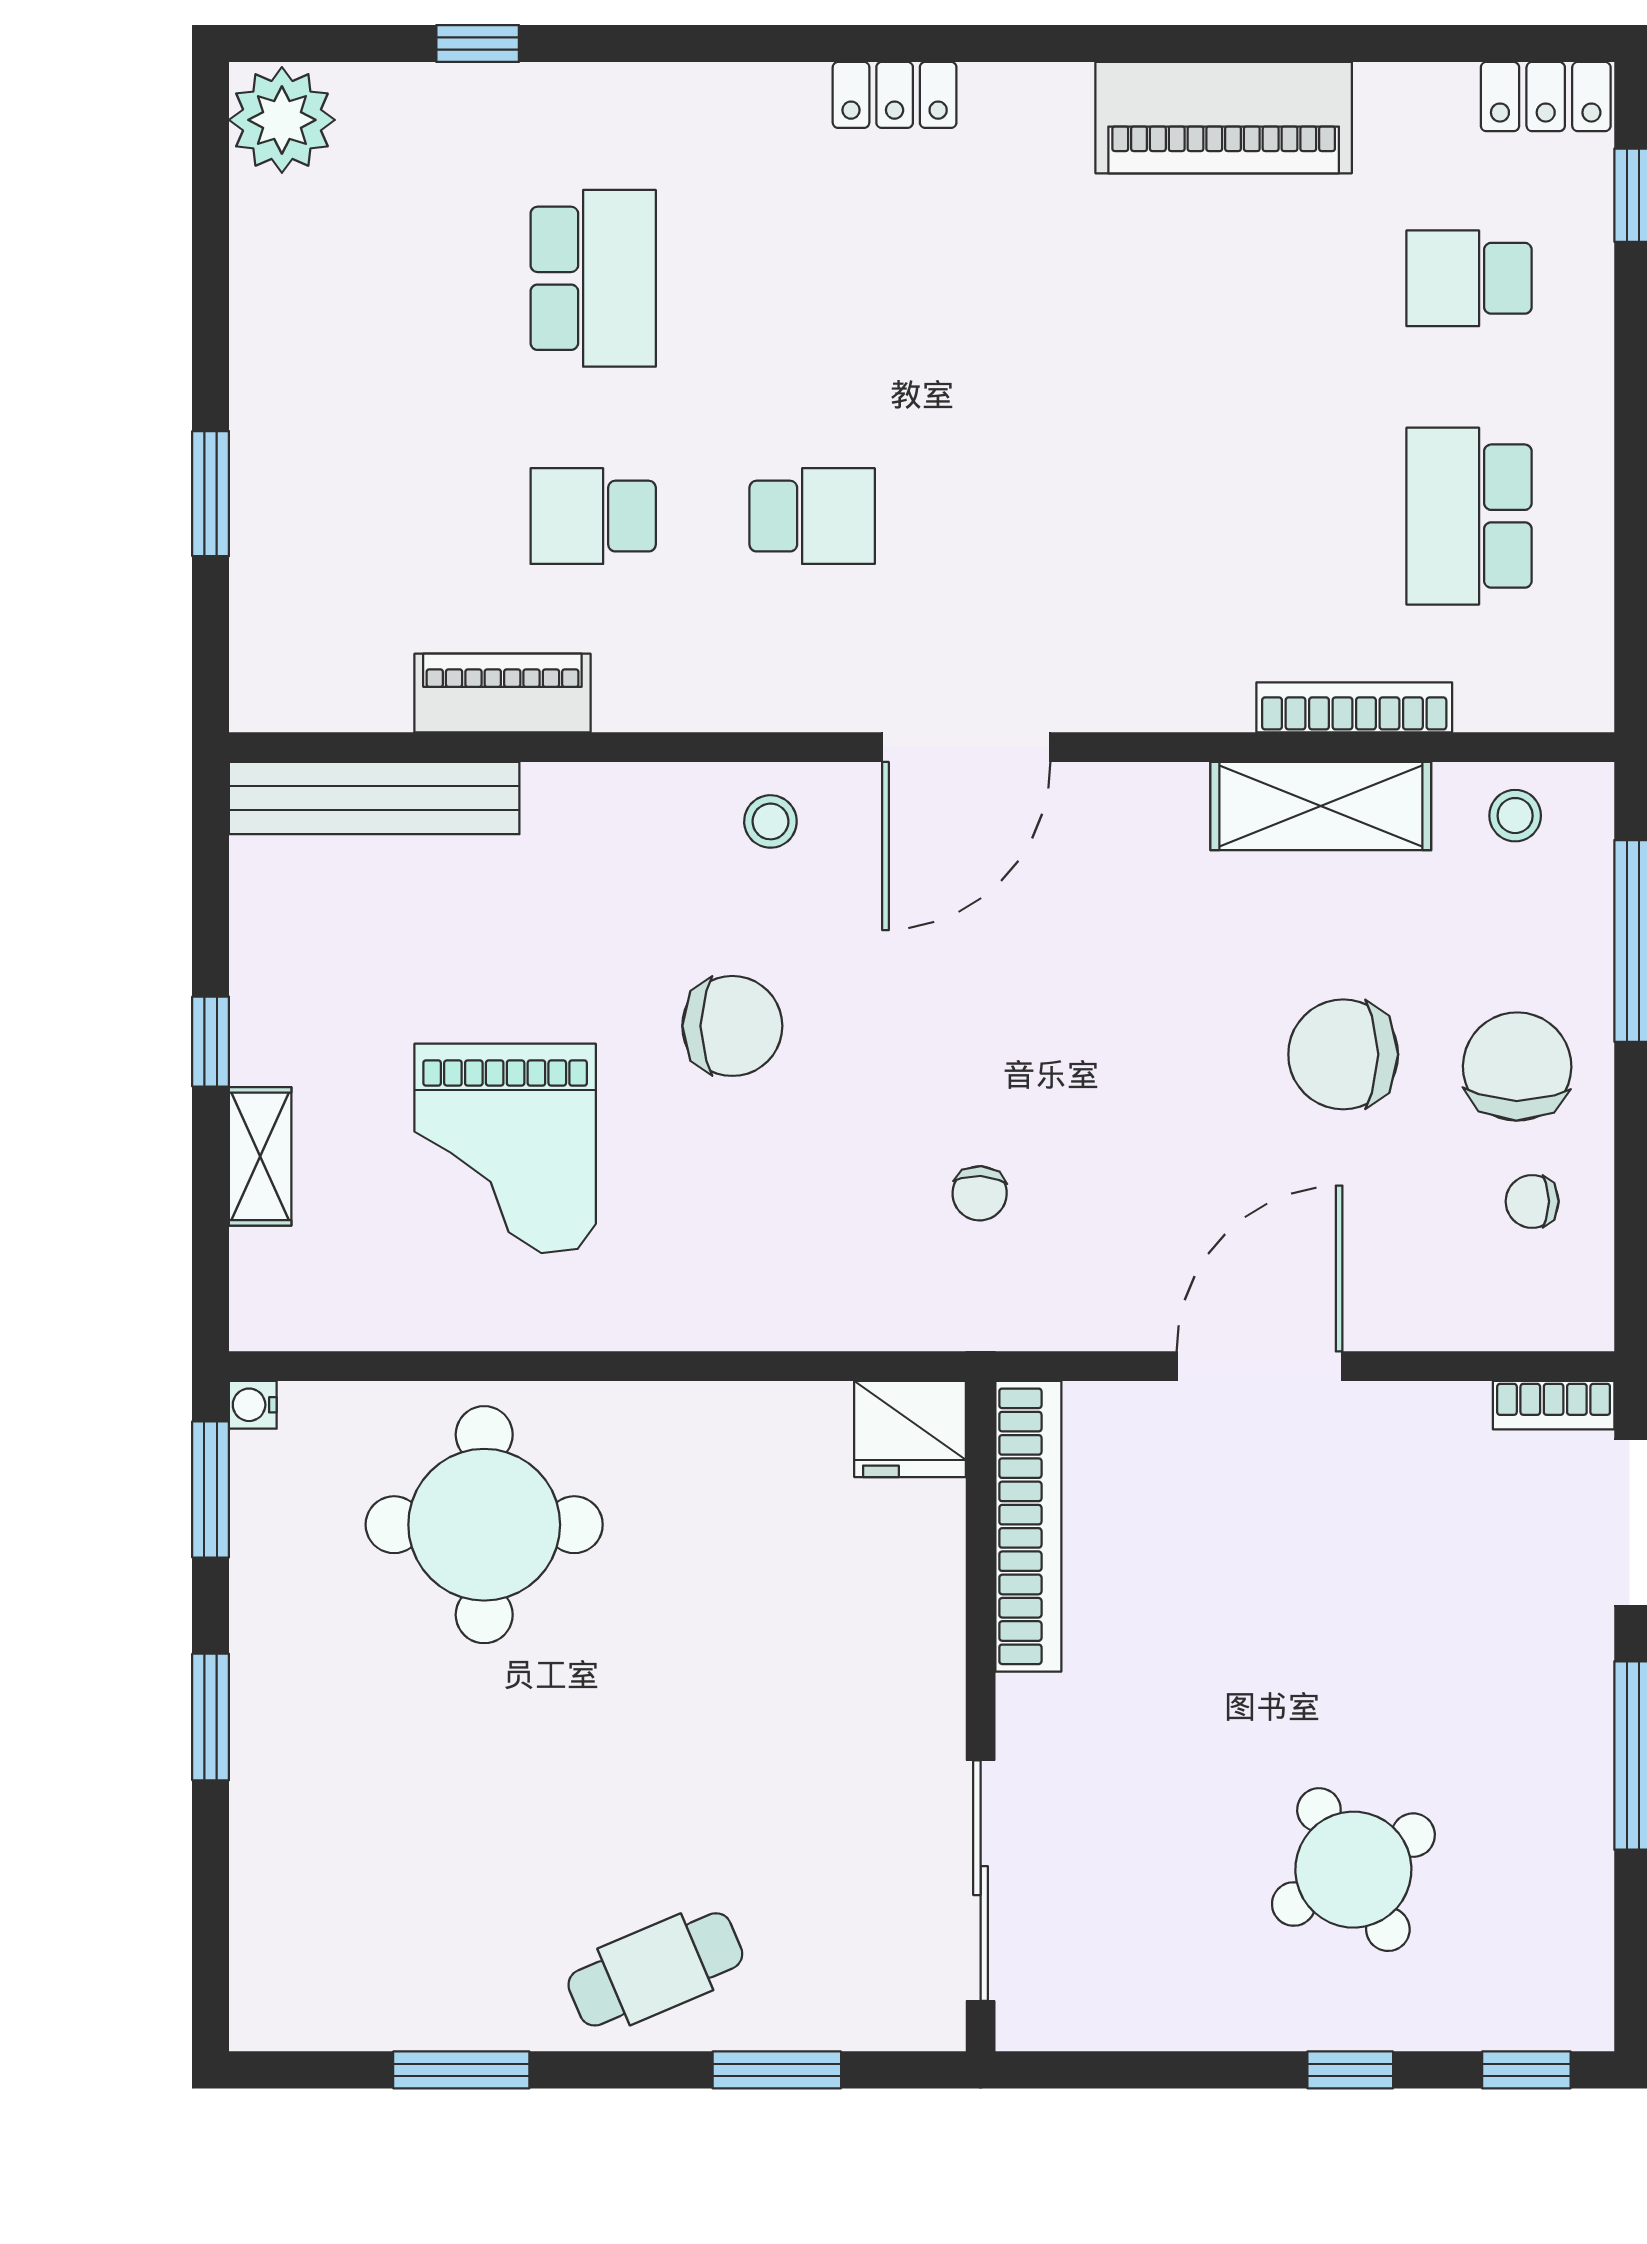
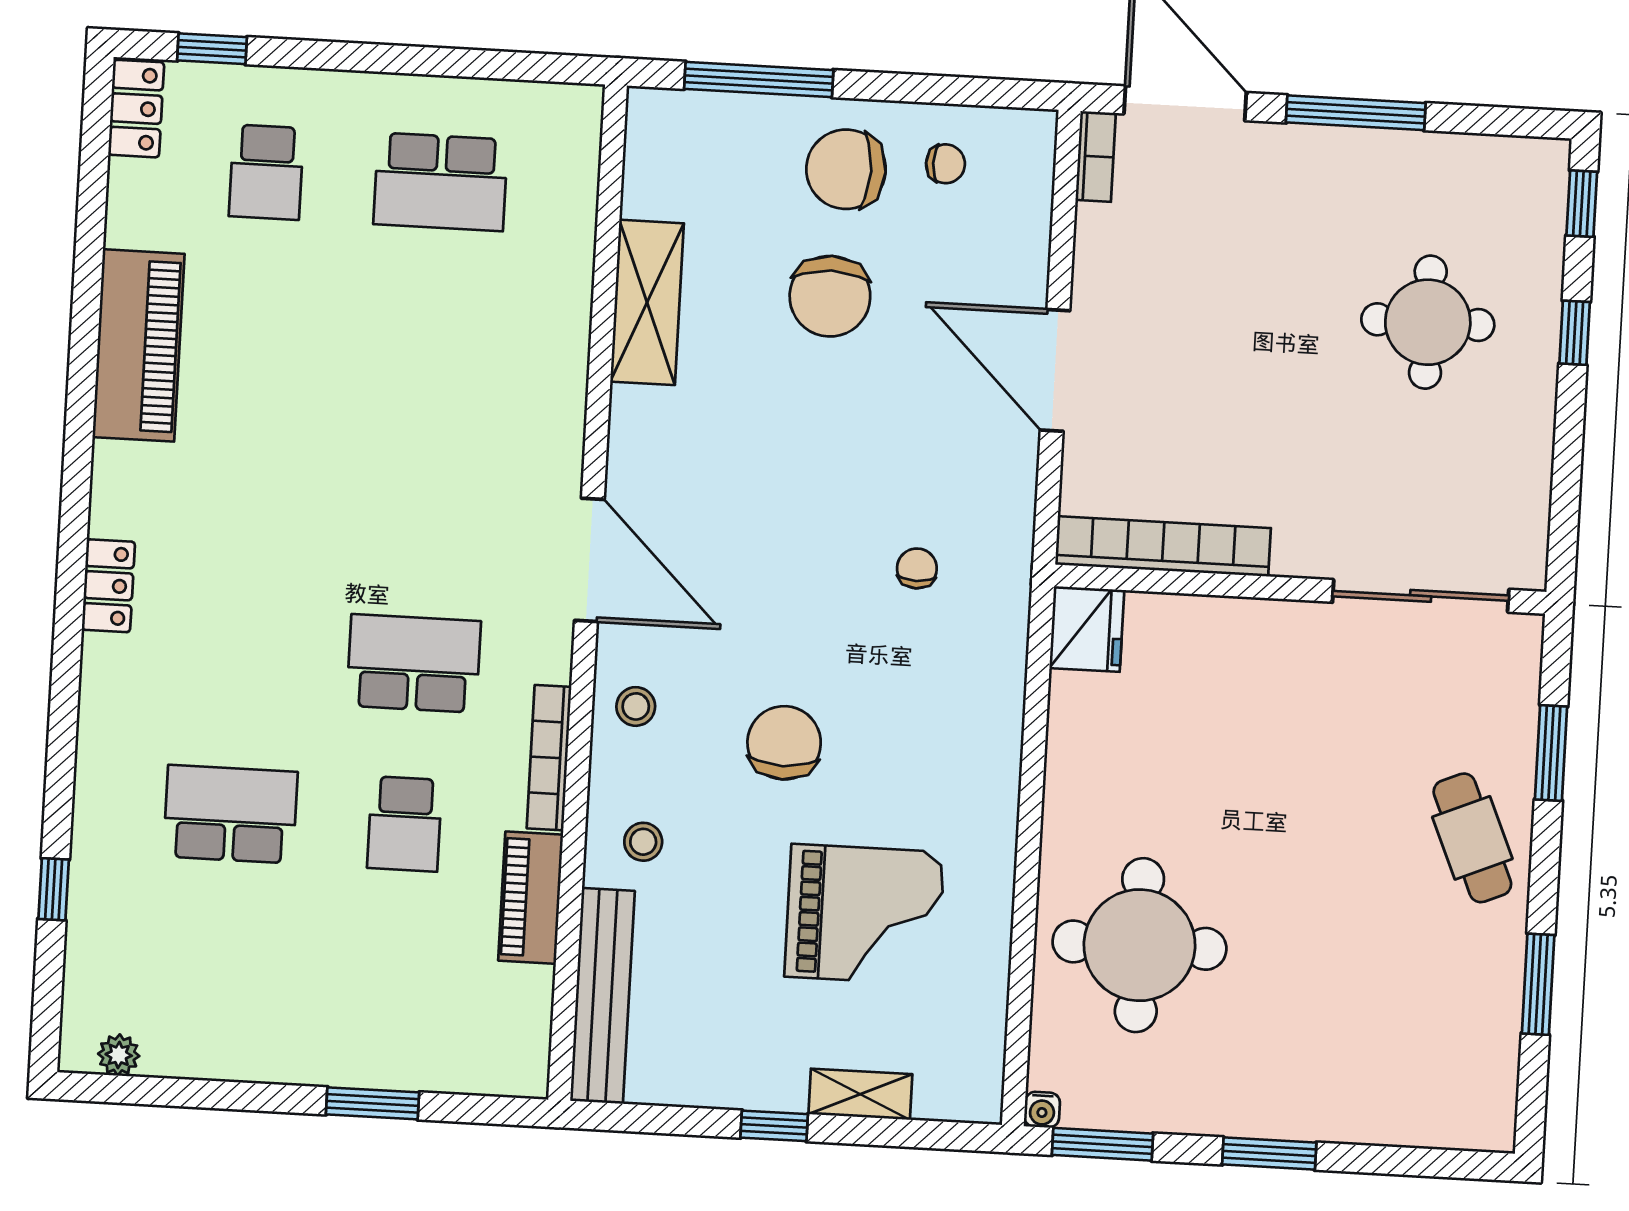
plant: (282, 120) -> (119, 1055), width x0.53, depth x0.53
school desk: (812, 516) -> (414, 663), width x1.85
bookcase: (1354, 707) -> (549, 758), moved
stool: (1515, 816) -> (643, 842), moved
chair: (980, 1193) -> (917, 568), turned -93
chair: (1532, 1201) -> (945, 164), turned -90
round table: (1353, 1870) -> (1428, 322), turned 30

